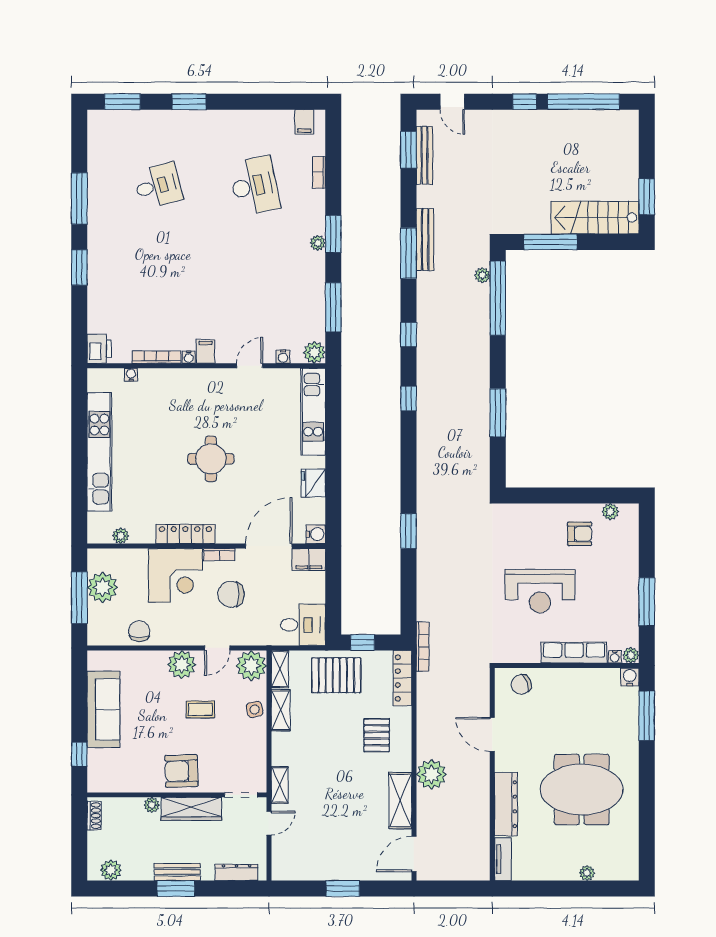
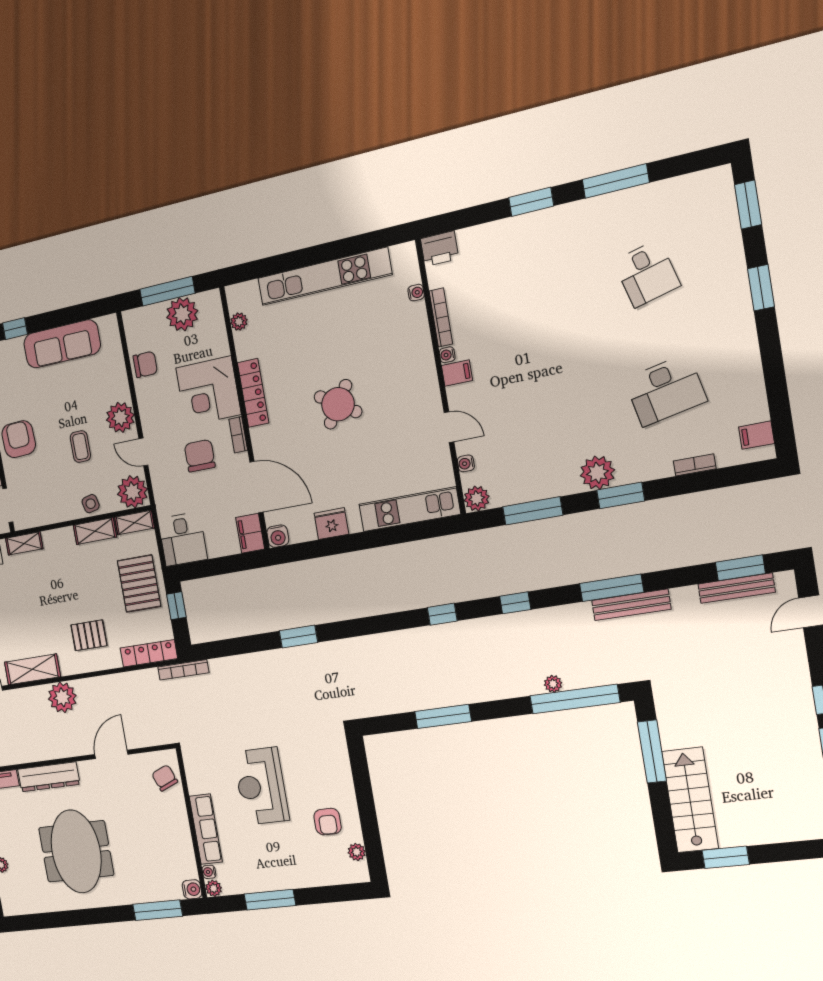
plant: (318, 243) -> (597, 473), width x1.88, depth x1.88
plant: (482, 275) -> (553, 684), moved
round table: (211, 459) -> (338, 404), turned 33

